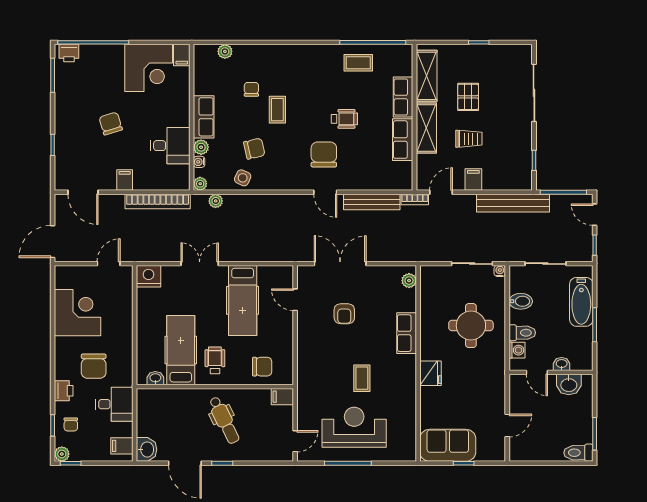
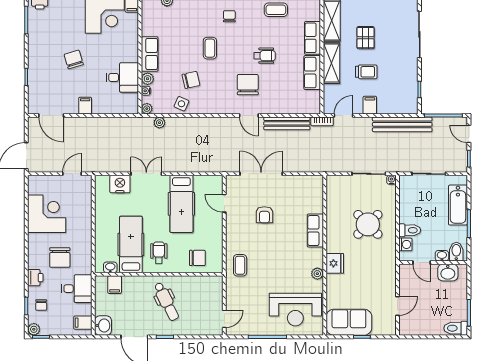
chair: (251, 89) -> (229, 16), moved
bookcase: (158, 201) -> (112, 123), removed
nightstand: (149, 276) -> (120, 184), moved
plant: (409, 281) -> (317, 274), moved
bidet: (521, 301) -> (456, 252), moved, turned -90
round table: (471, 326) -> (368, 224), turned 45
coffee table: (362, 378) -> (240, 265), moved
filing cabinet: (282, 397) -> (115, 285), moved, turned -90
reception desk: (354, 427) -> (295, 310), moved, turned 180

